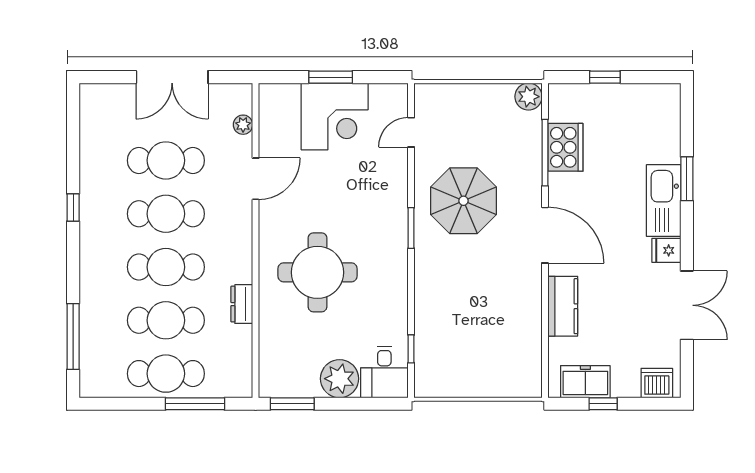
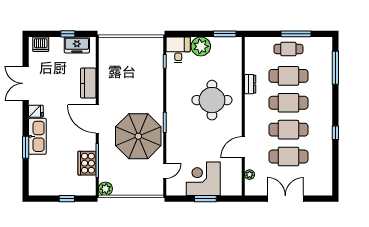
parasol: (463, 201) -> (138, 136), width x1.36, depth x1.36
cafe table: (166, 374) -> (288, 49), width x0.73, depth x0.74
window: (195, 404) -> (296, 34), moved

